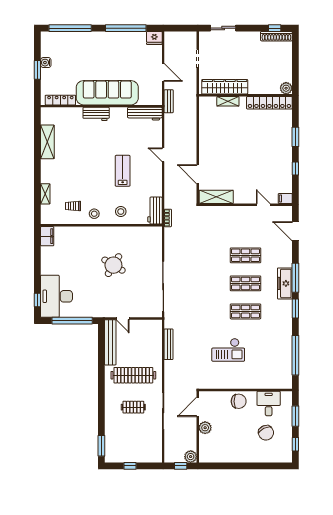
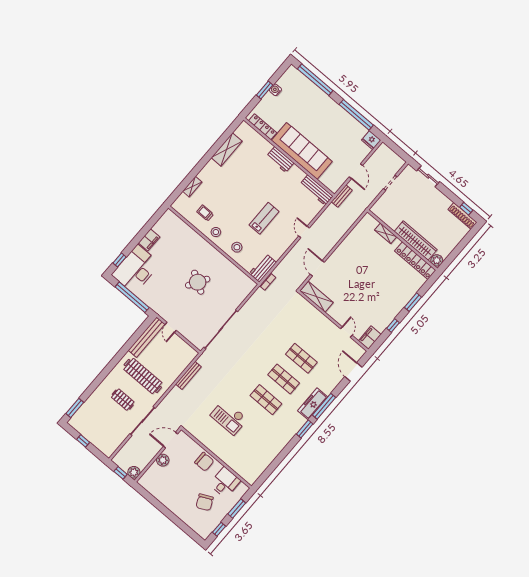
wardrobe: (225, 87) -> (416, 241), moved
filing cabinet: (285, 199) -> (370, 338), width x2.00
filing cabinet: (47, 236) -> (149, 240), moved
window: (295, 355) -> (275, 464), removed

